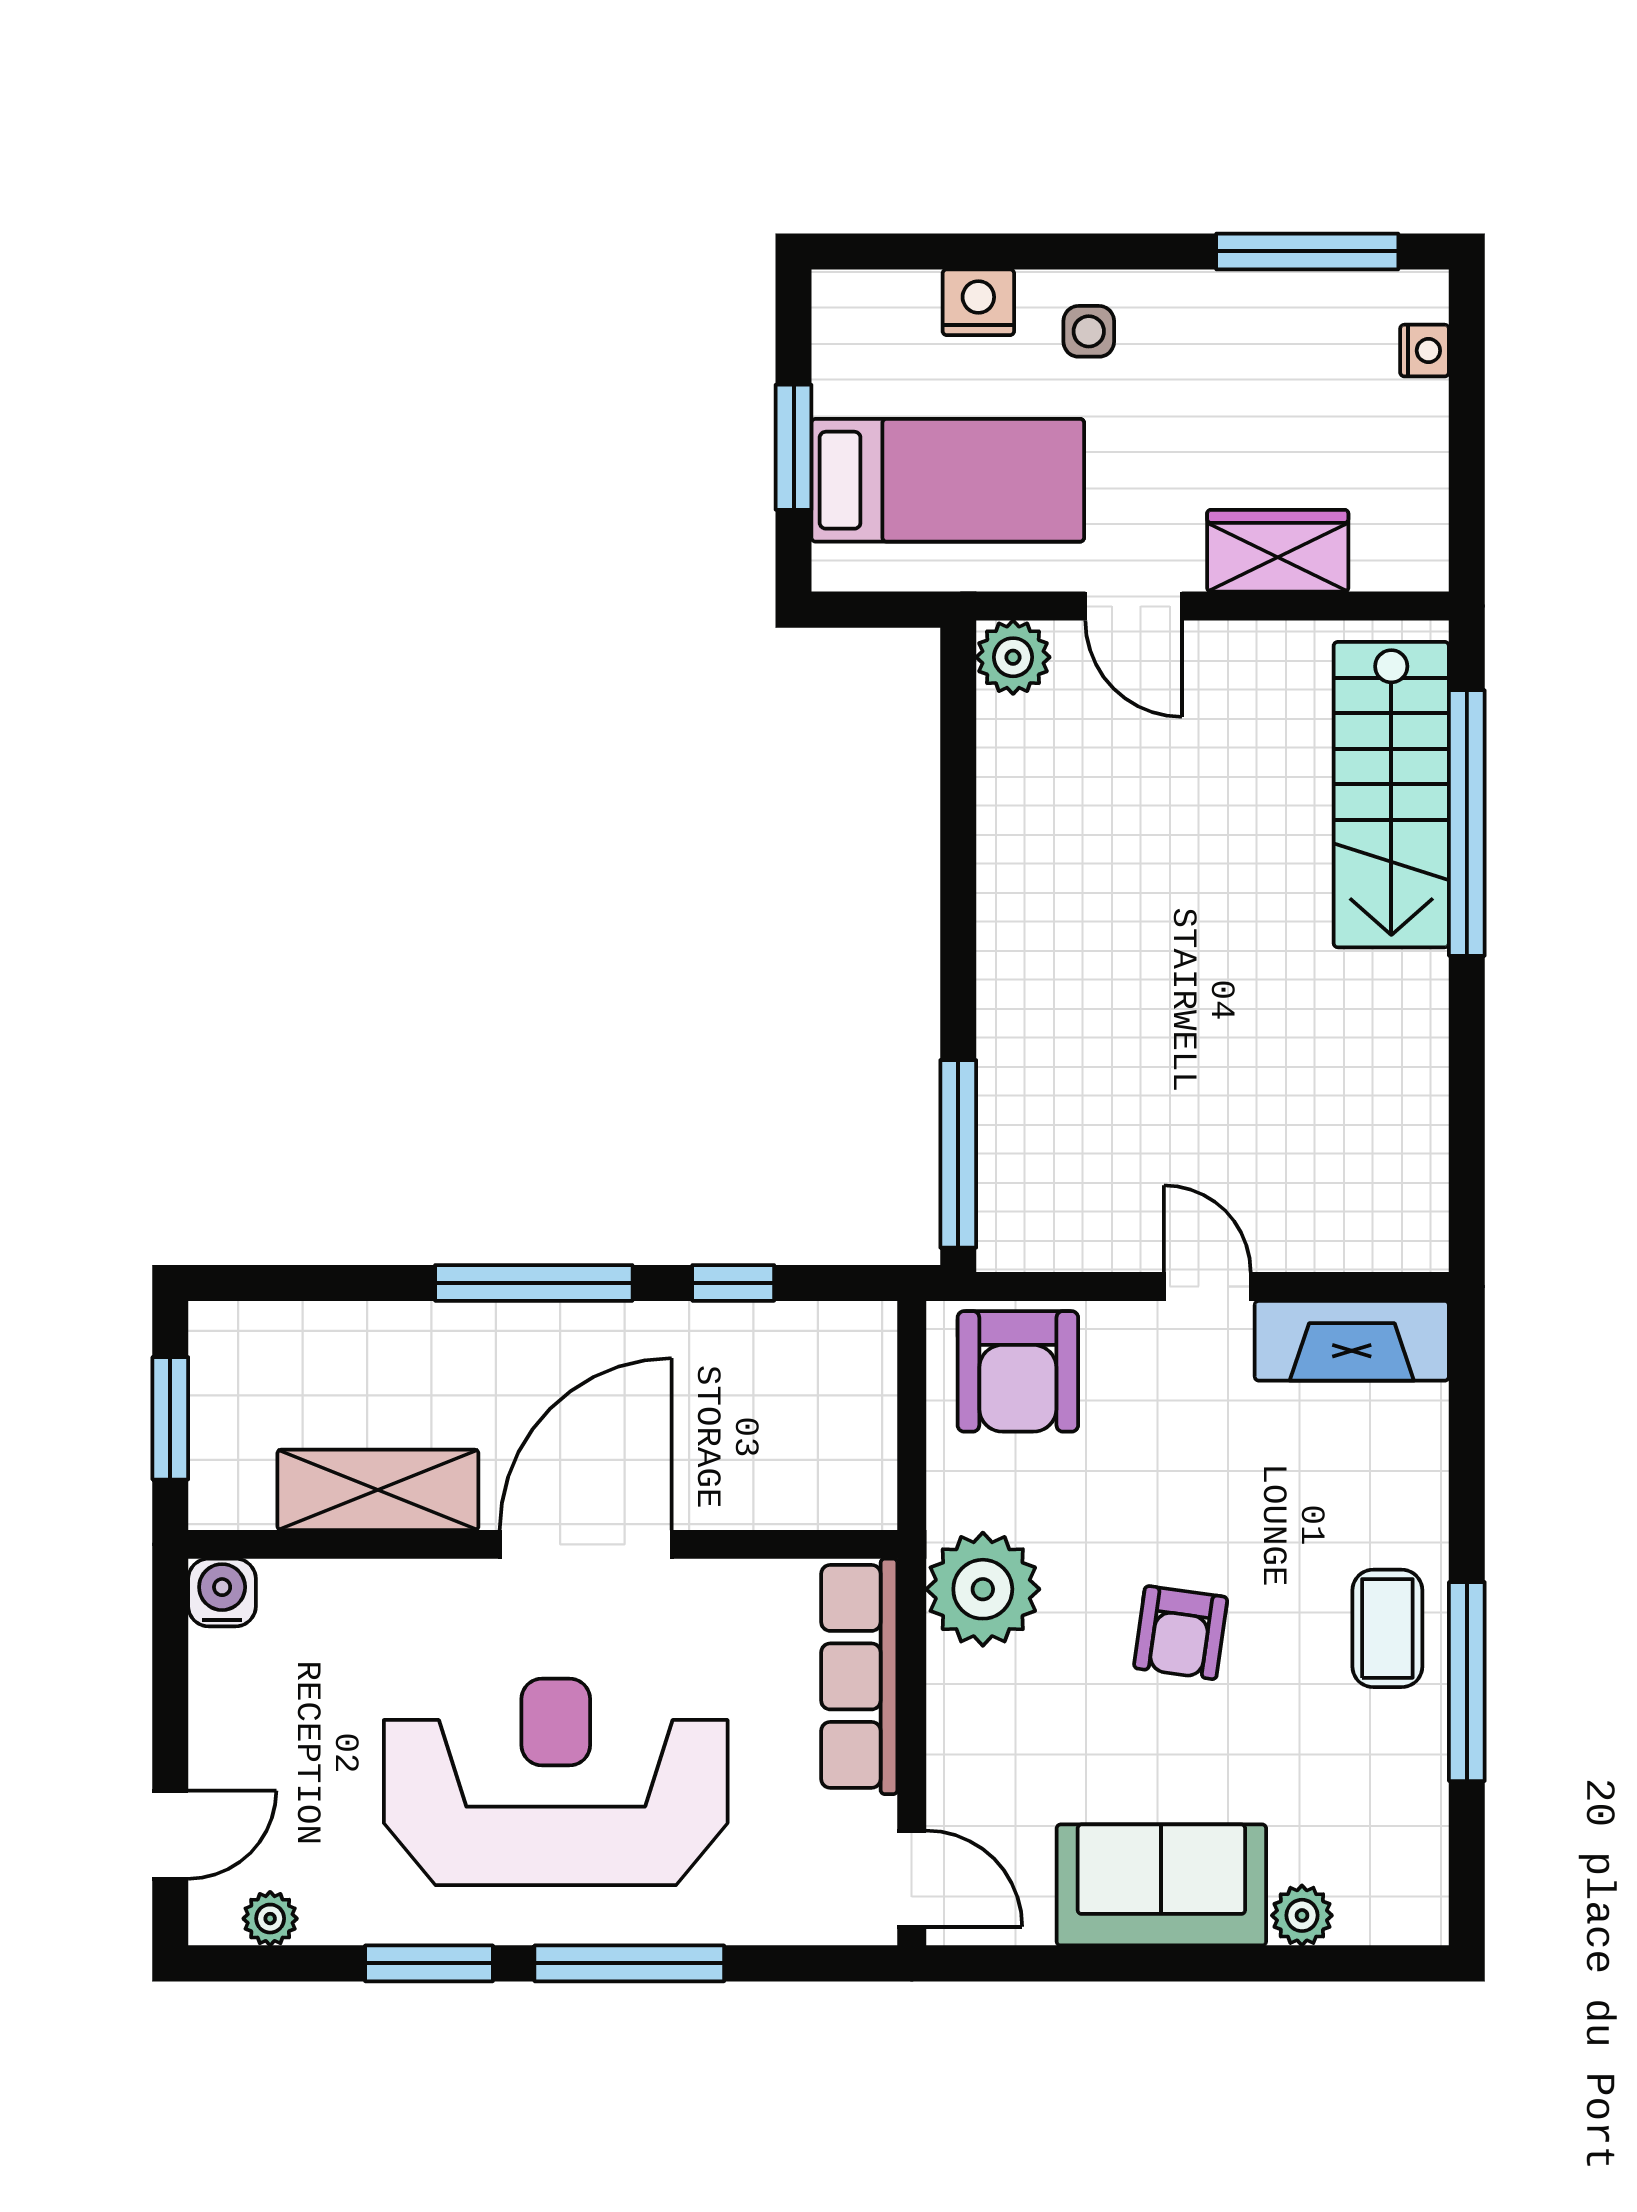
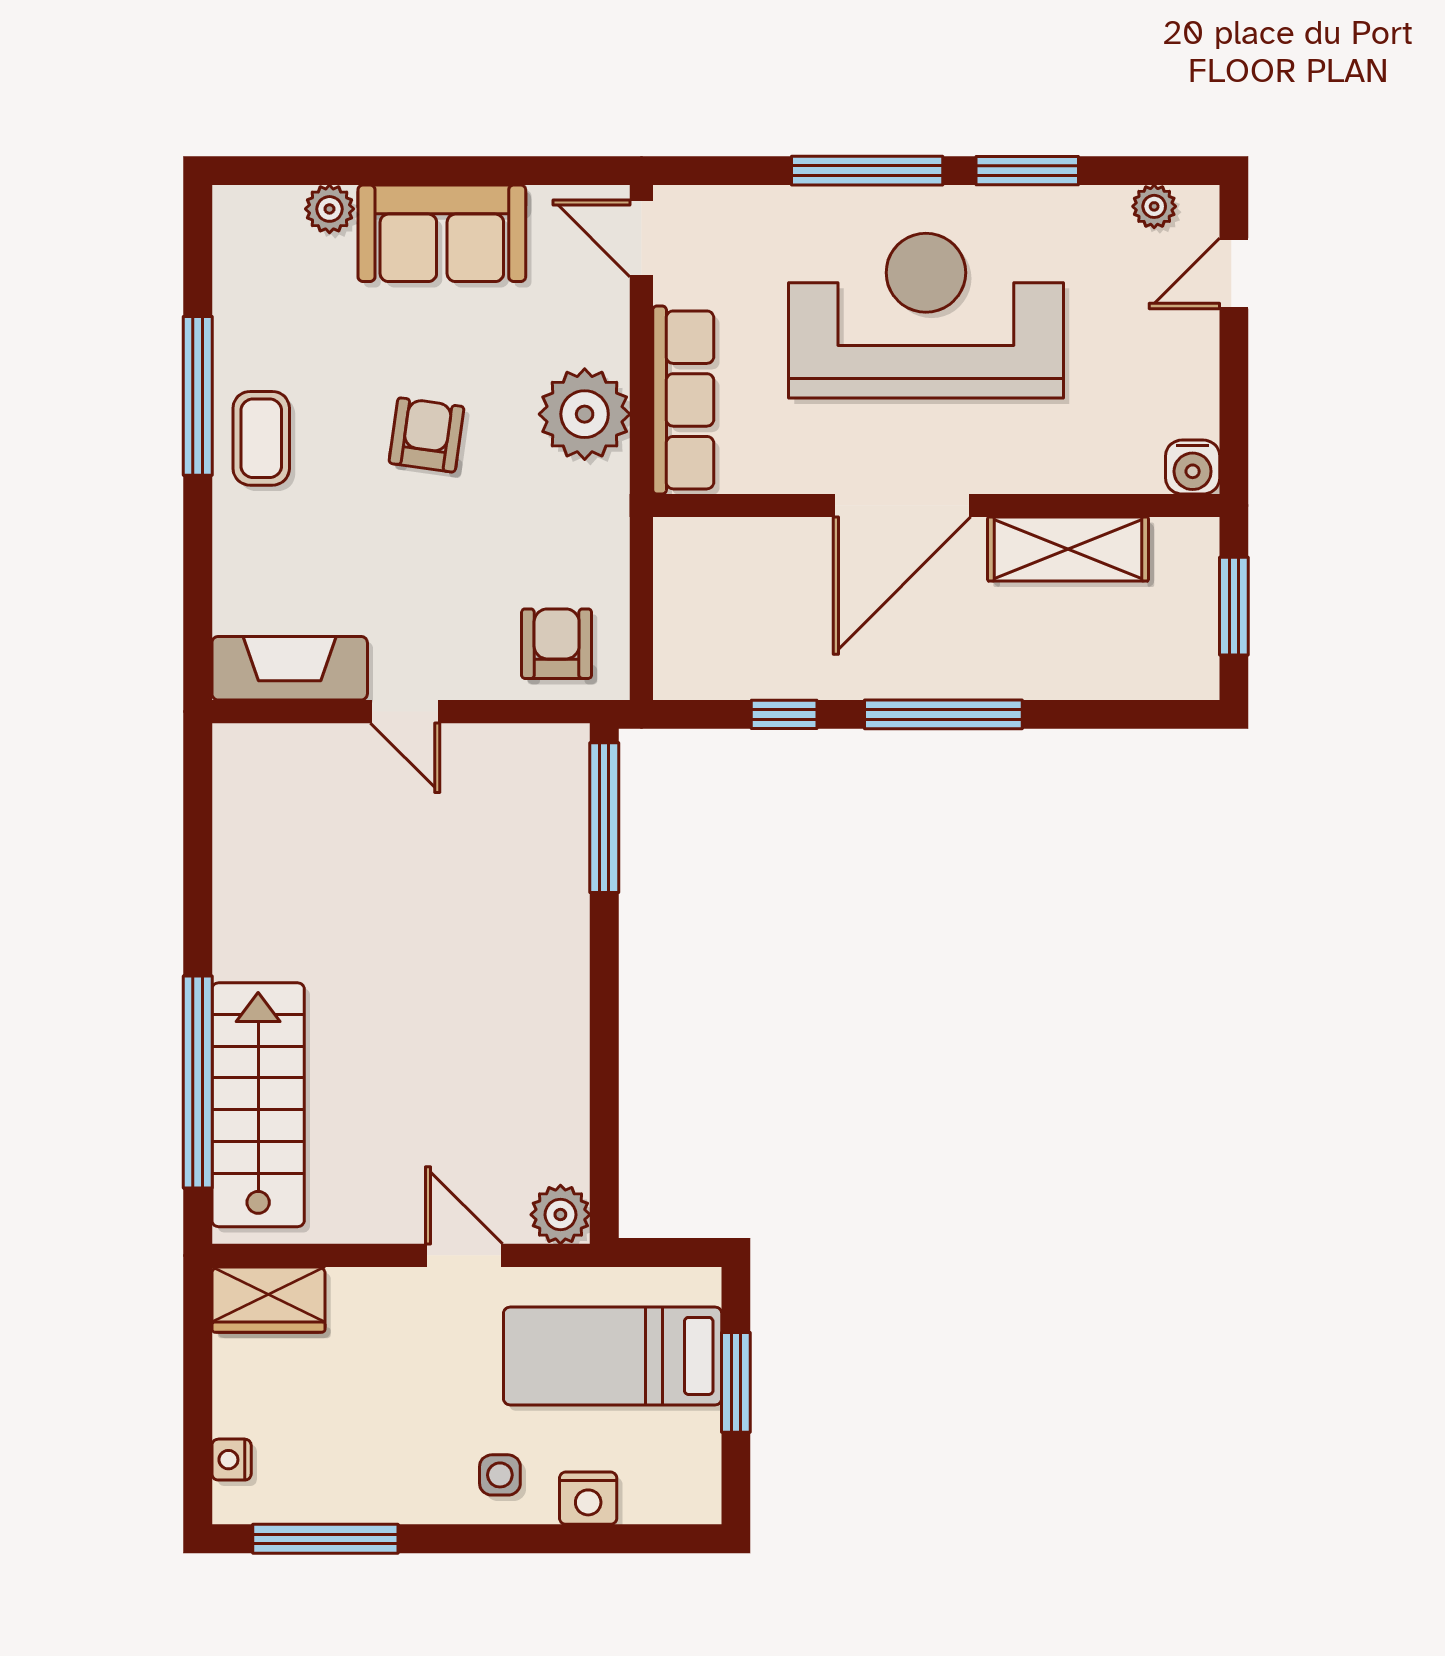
wardrobe: (1278, 551) -> (268, 1300), moved
armchair: (1018, 1371) -> (557, 644), width x0.72, depth x0.72
plant: (983, 1589) -> (585, 414), moved
reception desk: (556, 1782) -> (926, 316), turned 180

